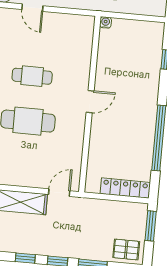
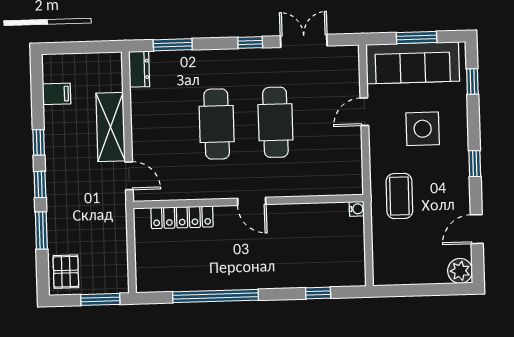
cafe table: (32, 76) -> (275, 122), width x1.37, depth x1.35
locker: (125, 188) -> (182, 217), moved, turned 90

